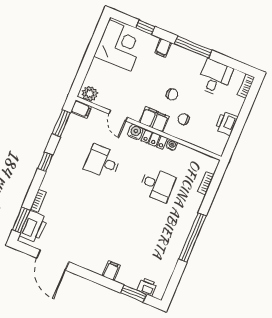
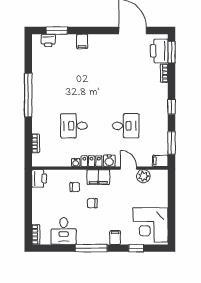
plant: (90, 94) -> (143, 176), moved
printer: (226, 123) -> (39, 178), moved

